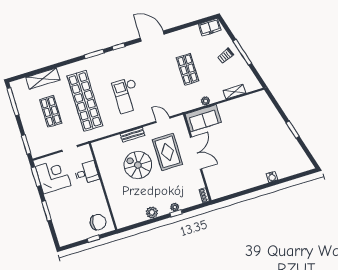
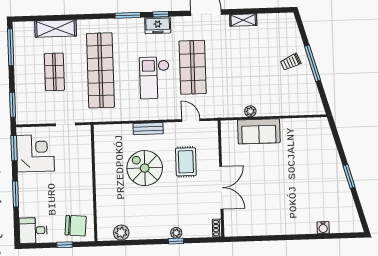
freezer: (210, 27) -> (158, 25), moved
shop shelf: (187, 69) -> (193, 67), moved, width x1.43, depth x1.36
shelving: (234, 92) -> (243, 20), moved
sofa: (203, 118) -> (259, 131), moved
rug: (168, 152) -> (186, 162), width x0.73, depth x0.70
double door: (196, 153) -> (221, 188), moved
desk: (87, 173) -> (33, 230), moved, turned 180
water cooler: (272, 177) -> (323, 228), moved
plant: (152, 212) -> (121, 233), moved

